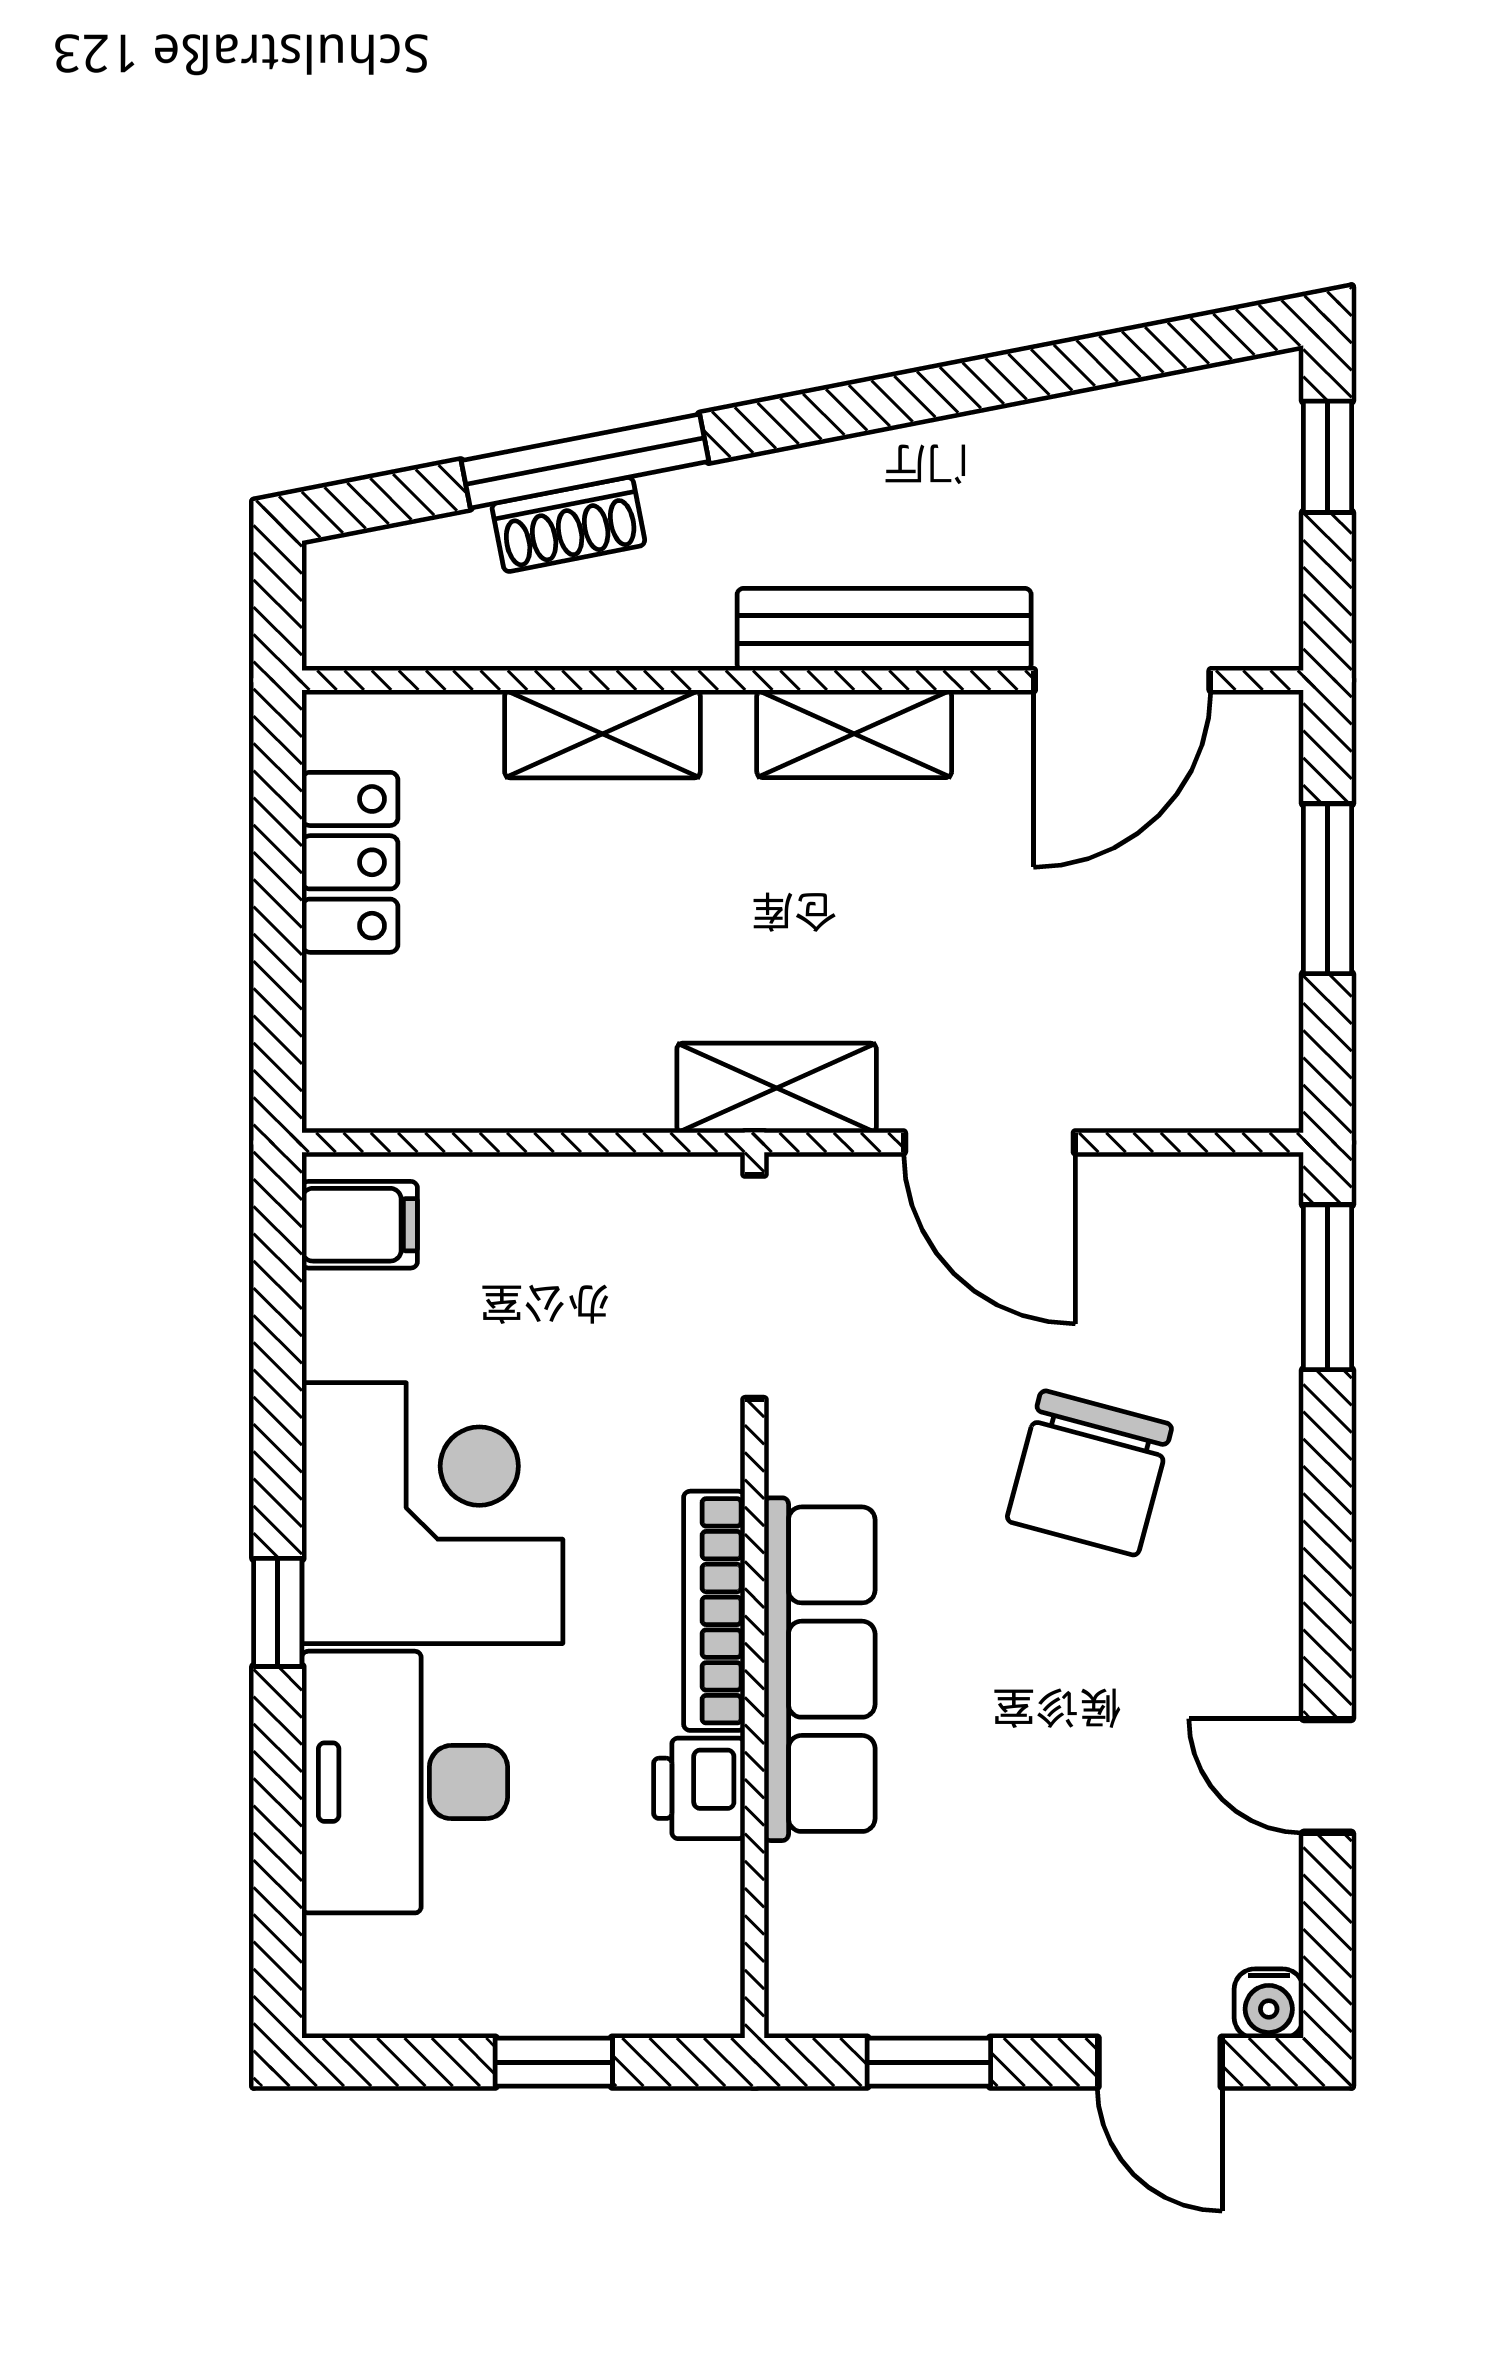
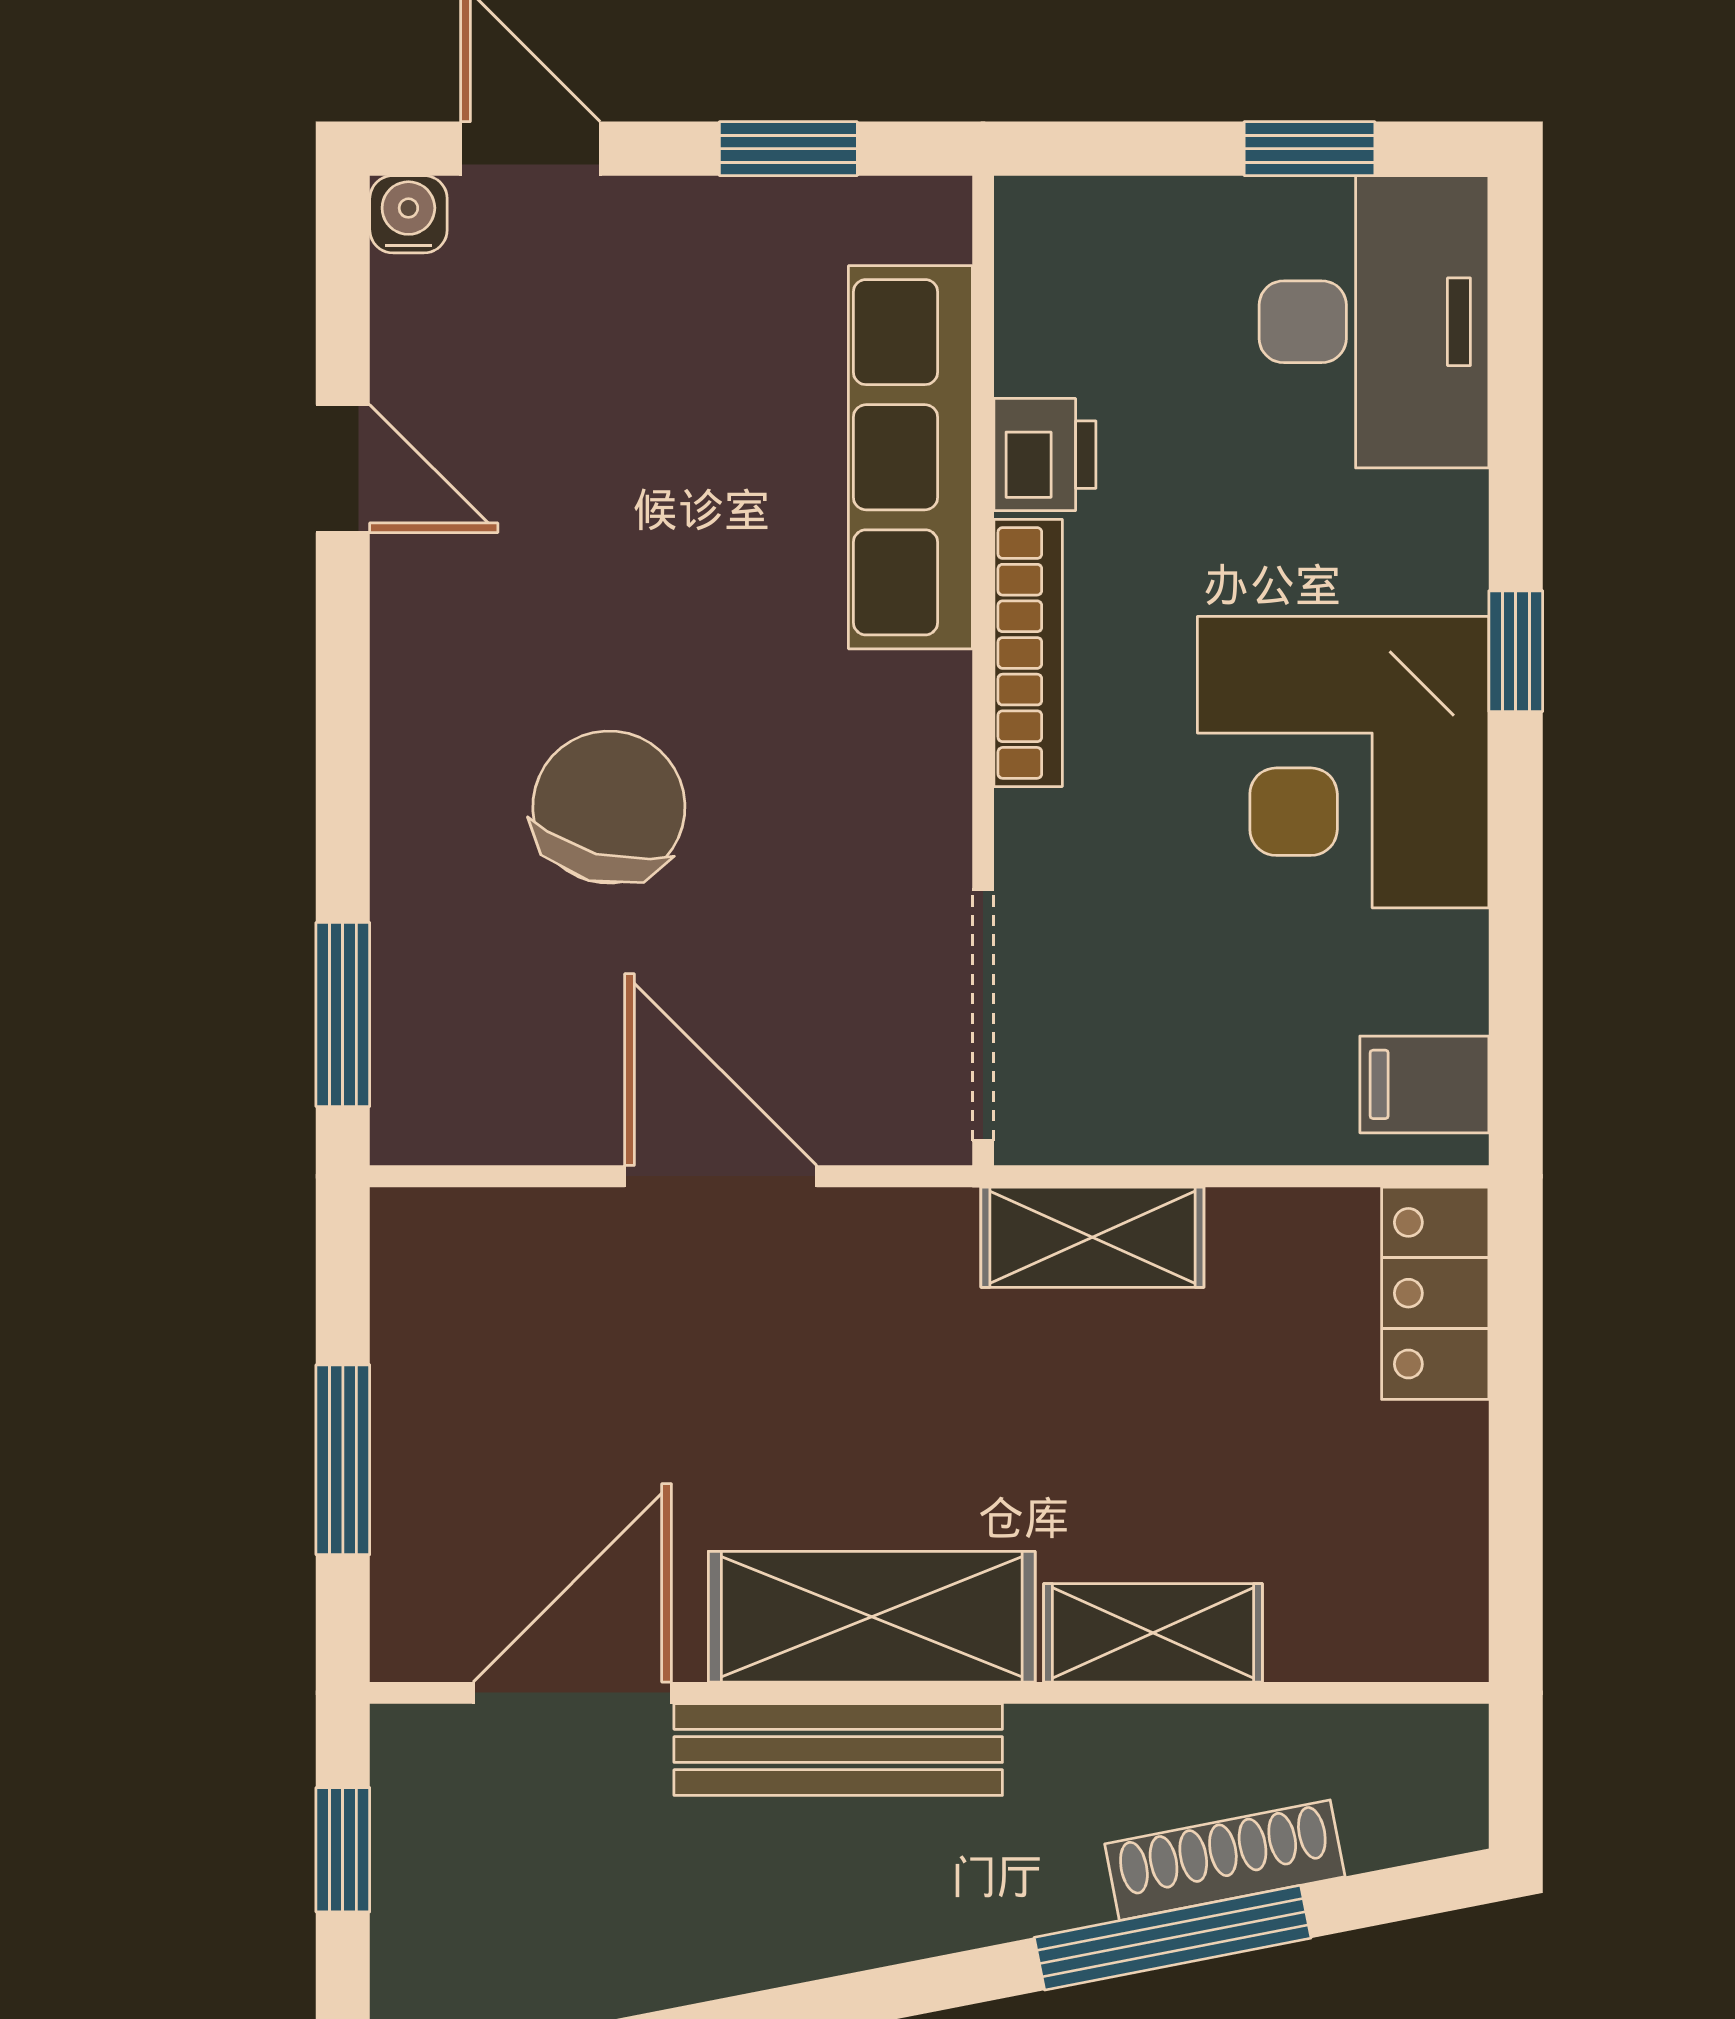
window: (1327, 457) -> (343, 1850), moved
shoe rack: (568, 524) -> (1225, 1860), width x1.43
shelving: (854, 734) -> (872, 1617), width x1.50, depth x1.33
locker: (350, 862) -> (1435, 1293), moved
shelving: (777, 1088) -> (1092, 1237), moved
row of seats: (820, 1669) -> (910, 457), moved
desk: (405, 1782) -> (1374, 322), moved
window: (554, 2062) -> (1310, 149), moved

